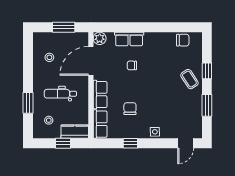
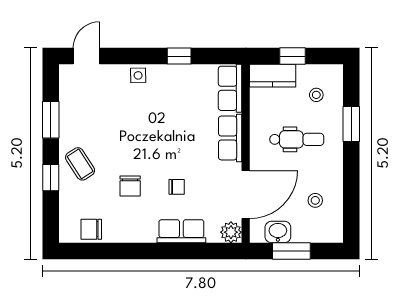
washbasin: (72, 39) -> (278, 232), added
chair: (130, 109) -> (130, 186), moved

